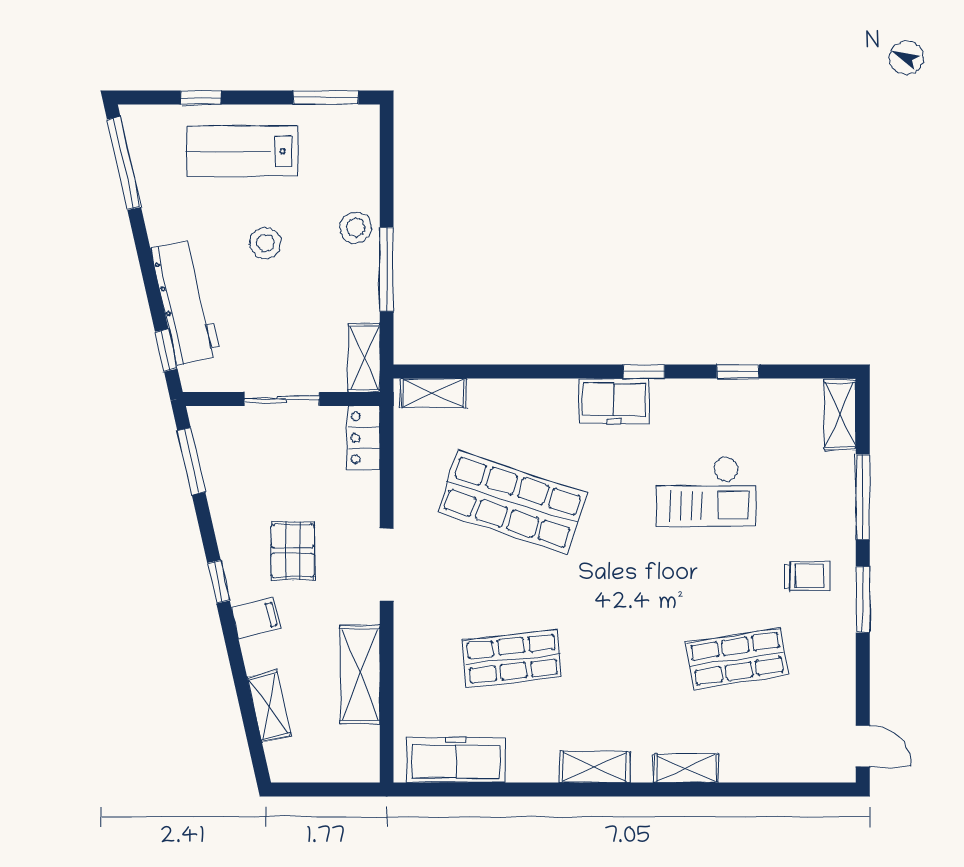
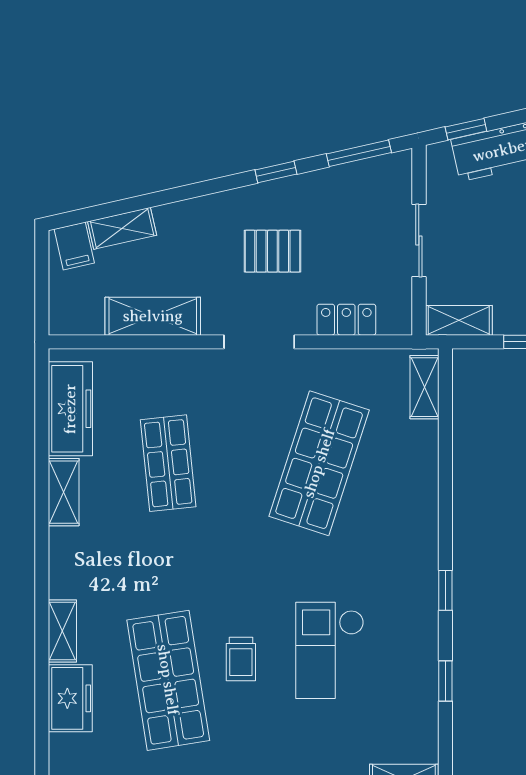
freezer: (614, 401) -> (70, 698), moved, turned 180
locker: (364, 438) -> (346, 320), moved
trolley: (806, 576) -> (241, 659), moved
window: (218, 582) -> (276, 172), moved
filing cabinet: (256, 618) -> (74, 246), moved
shop shelf: (737, 659) -> (168, 680), width x1.43, depth x1.36
shelving: (595, 767) -> (64, 492), moved

